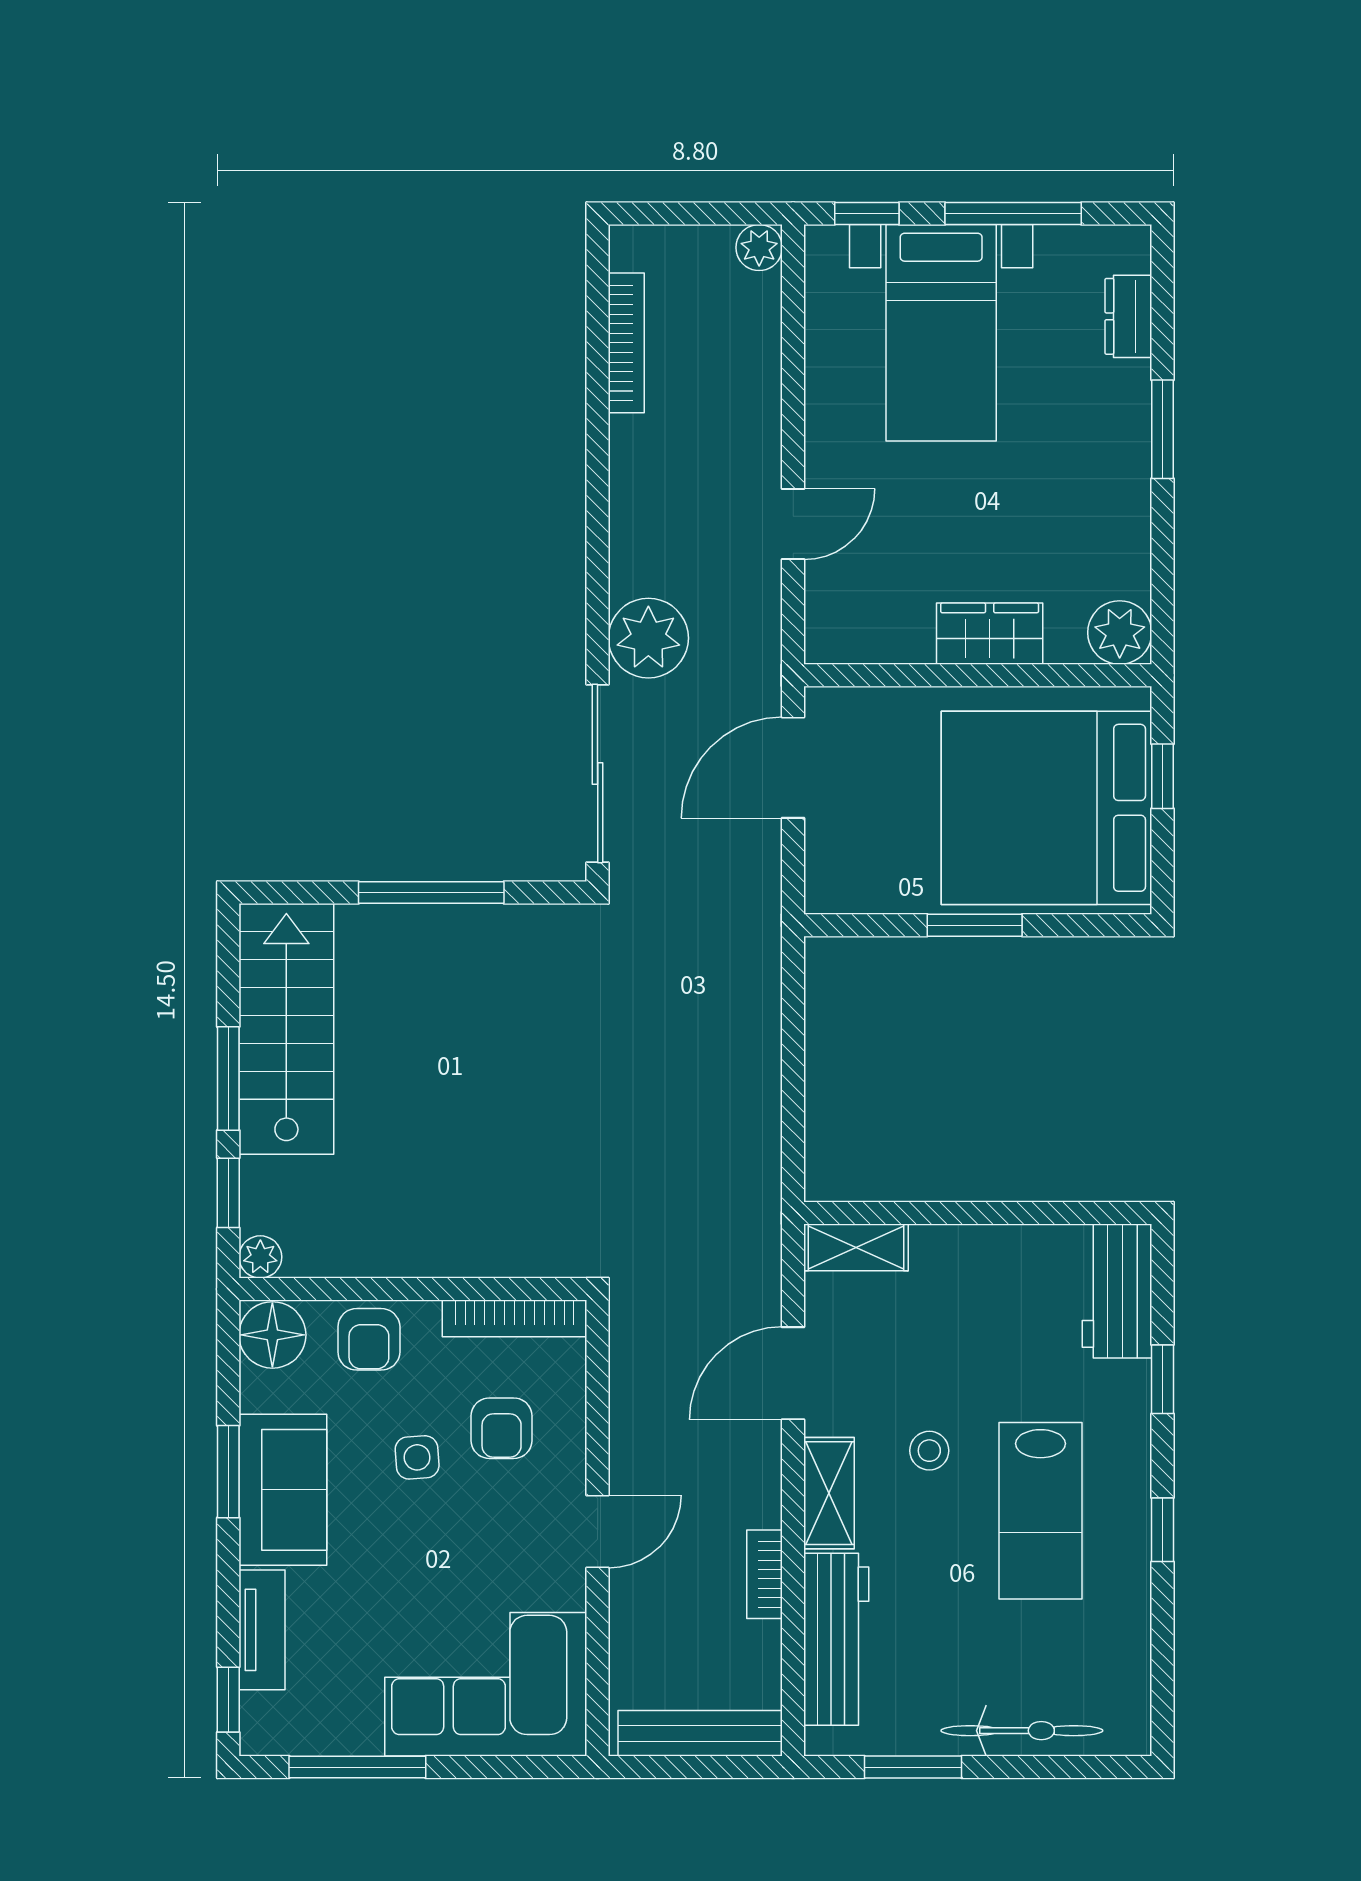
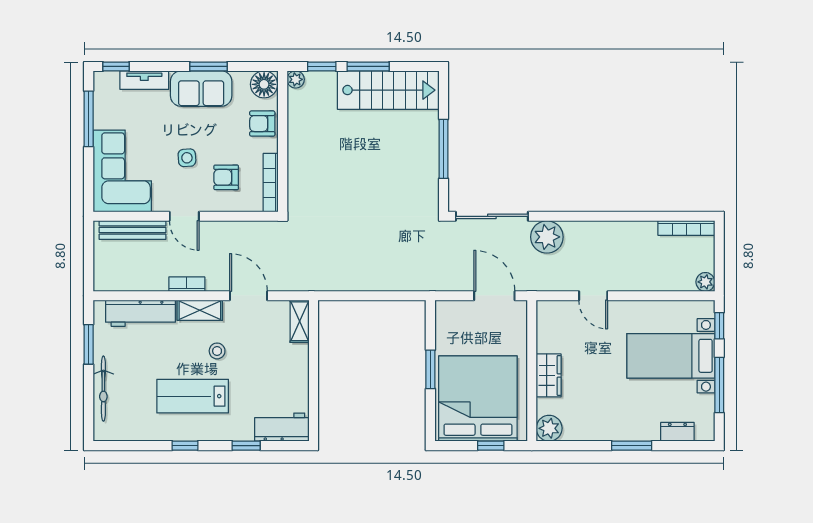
bookcase: (626, 343) -> (686, 228), moved
side table: (417, 1457) -> (187, 158), moved
bookcase: (764, 1574) -> (187, 284), moved
bench: (700, 1733) -> (132, 230), moved, turned 90

